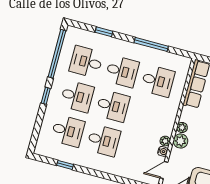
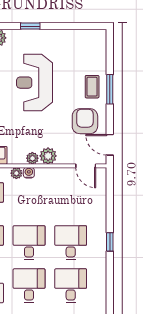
plant: (165, 141) -> (16, 173), moved
water cooler: (163, 151) -> (29, 173), moved
window: (65, 165) -> (110, 242), moved

